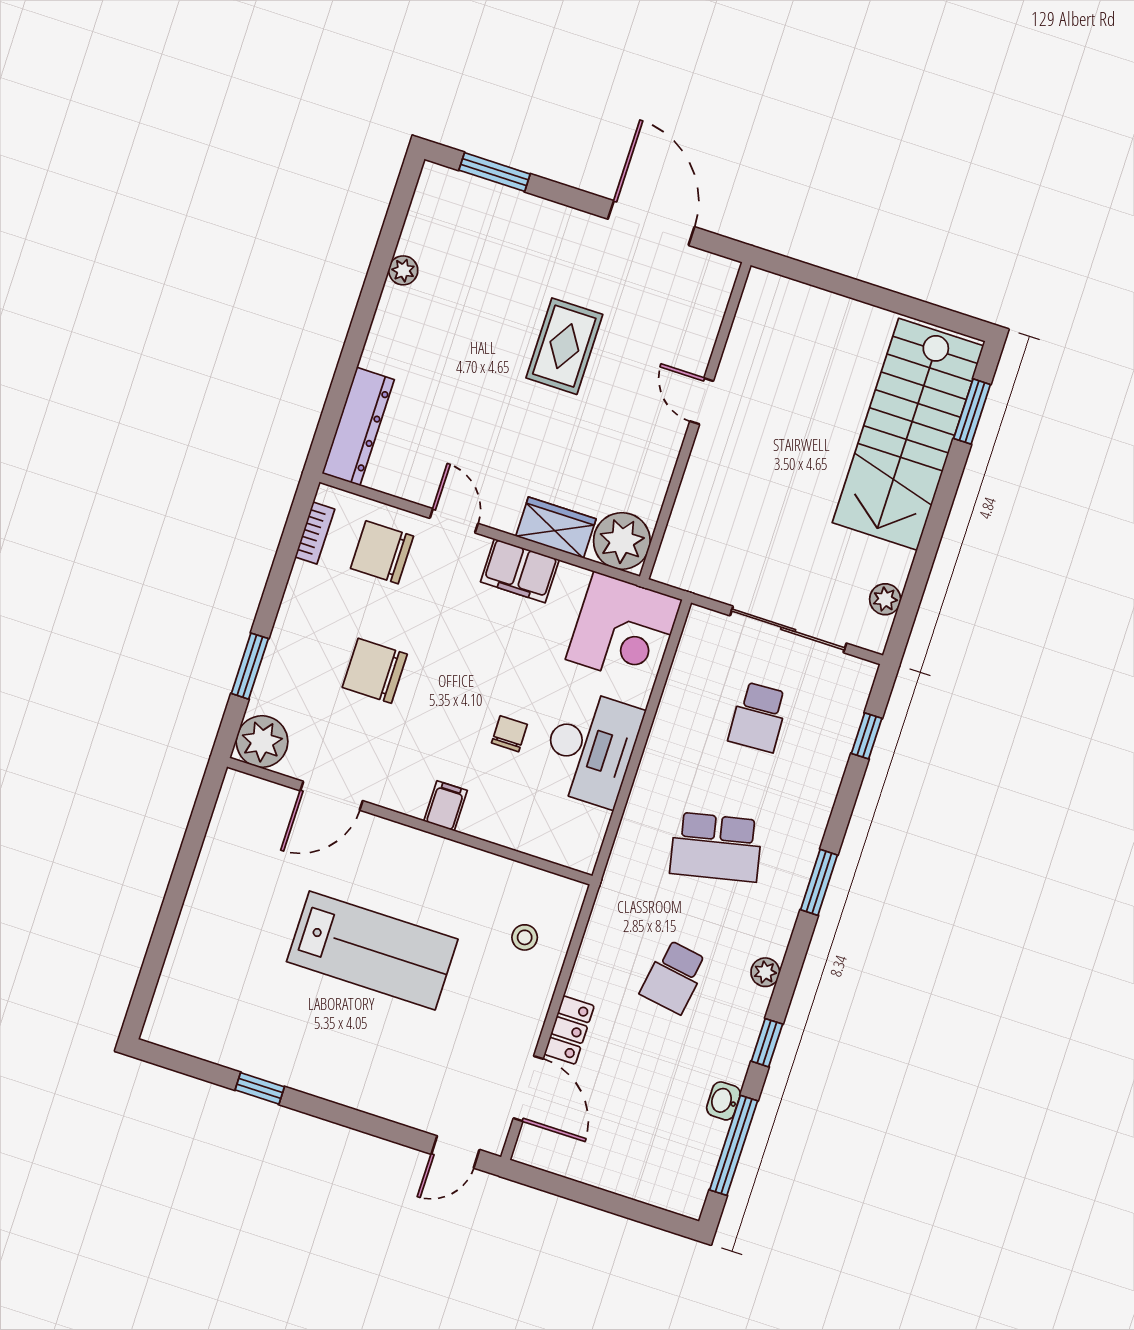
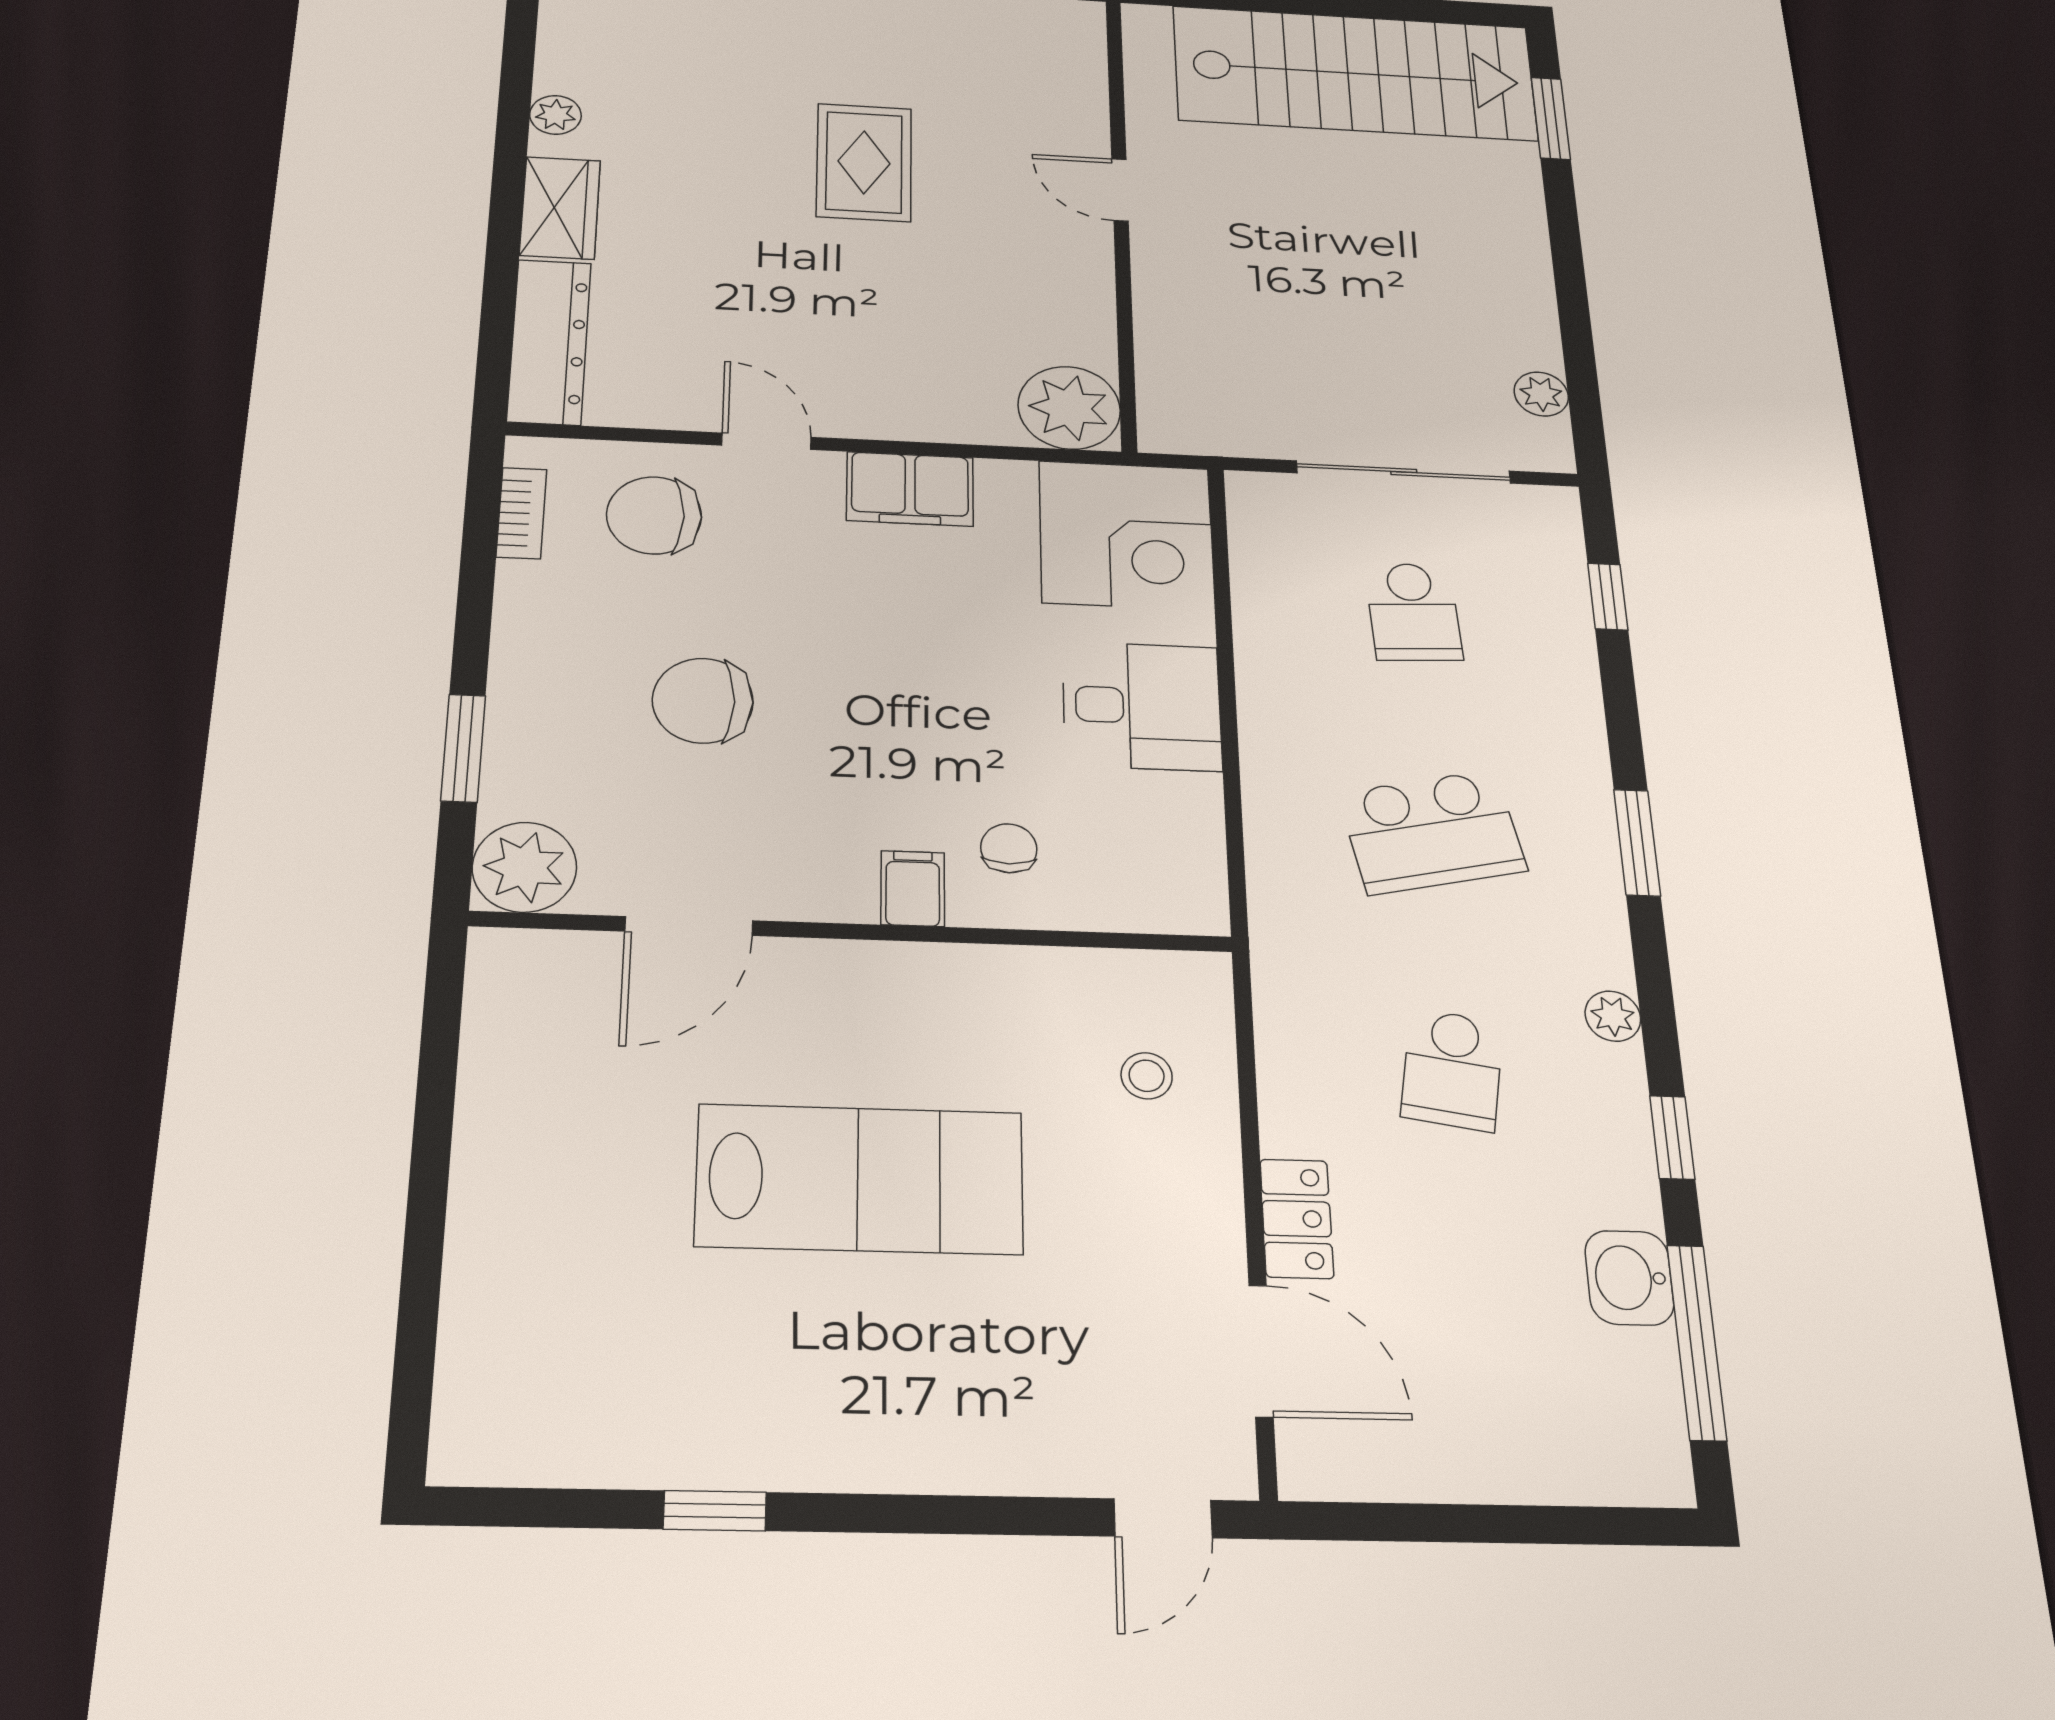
stairs: (908, 434) -> (1355, 73), moved, turned -90
wardrobe: (556, 528) -> (560, 208), moved, turned 90
chair: (509, 734) -> (1009, 848), moved
desk: (591, 748) -> (1142, 706), width x0.73
washbasin: (723, 1101) -> (1629, 1278), width x1.38, depth x1.45

